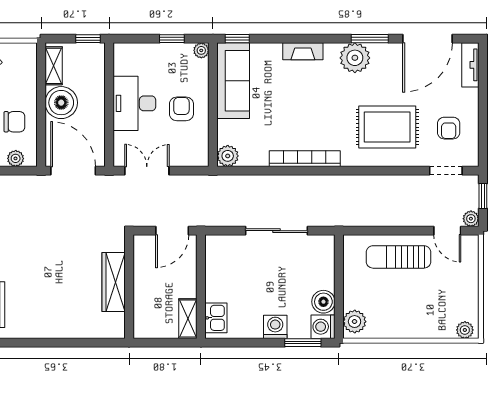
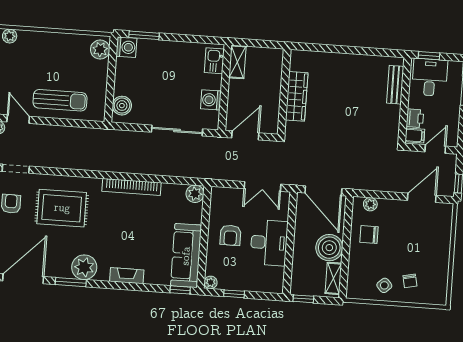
sliding door: (276, 231) -> (177, 131), moved
boiler: (323, 302) -> (122, 106), moved
washing machine: (275, 327) -> (211, 100), moved, turned 90

